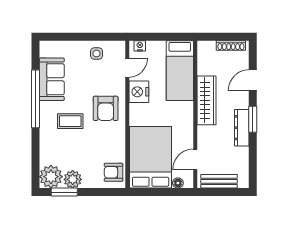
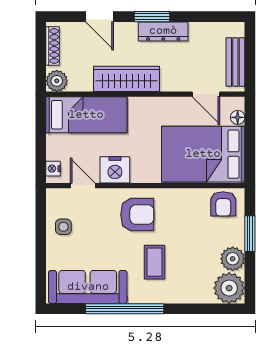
plant: (205, 49) -> (57, 81), added
sofa: (52, 79) -> (88, 287), width x1.36
window: (64, 192) -> (250, 234), moved

